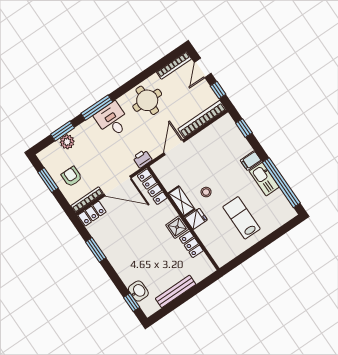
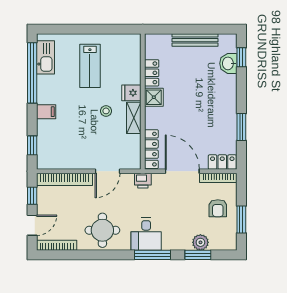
kitchen sink: (264, 179) -> (45, 57), moved

